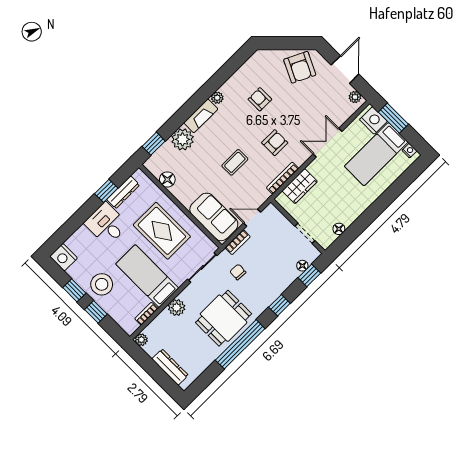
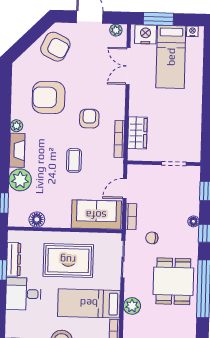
armchair: (260, 99) -> (49, 97), width x1.88, depth x1.88
double door: (327, 143) -> (128, 66), moved
floor lamp: (339, 229) -> (195, 137), removed
floor lamp: (302, 266) -> (193, 221), moved

